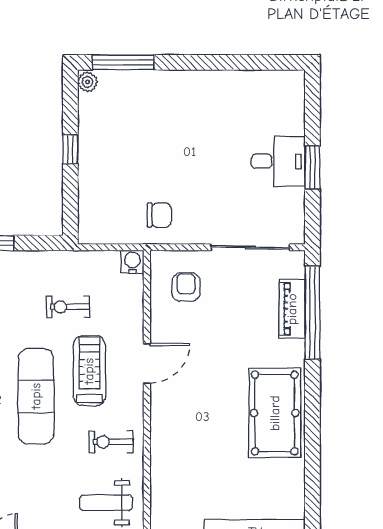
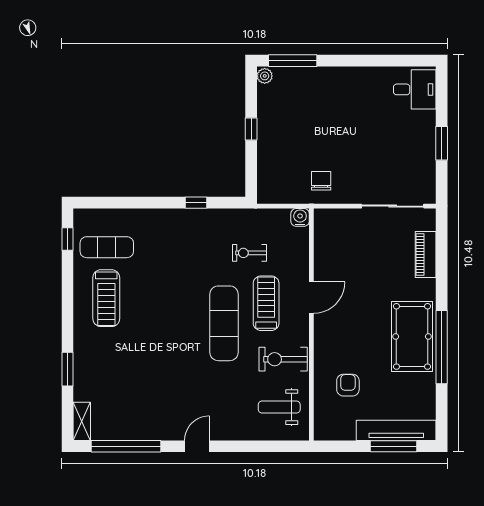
desk: (278, 161) -> (415, 89), moved
chair: (159, 215) -> (321, 181), turned -90
armchair: (186, 287) -> (348, 385), moved
window: (312, 312) -> (442, 347), moved
exercise bike: (111, 442) -> (283, 359), width x1.38, depth x1.39

